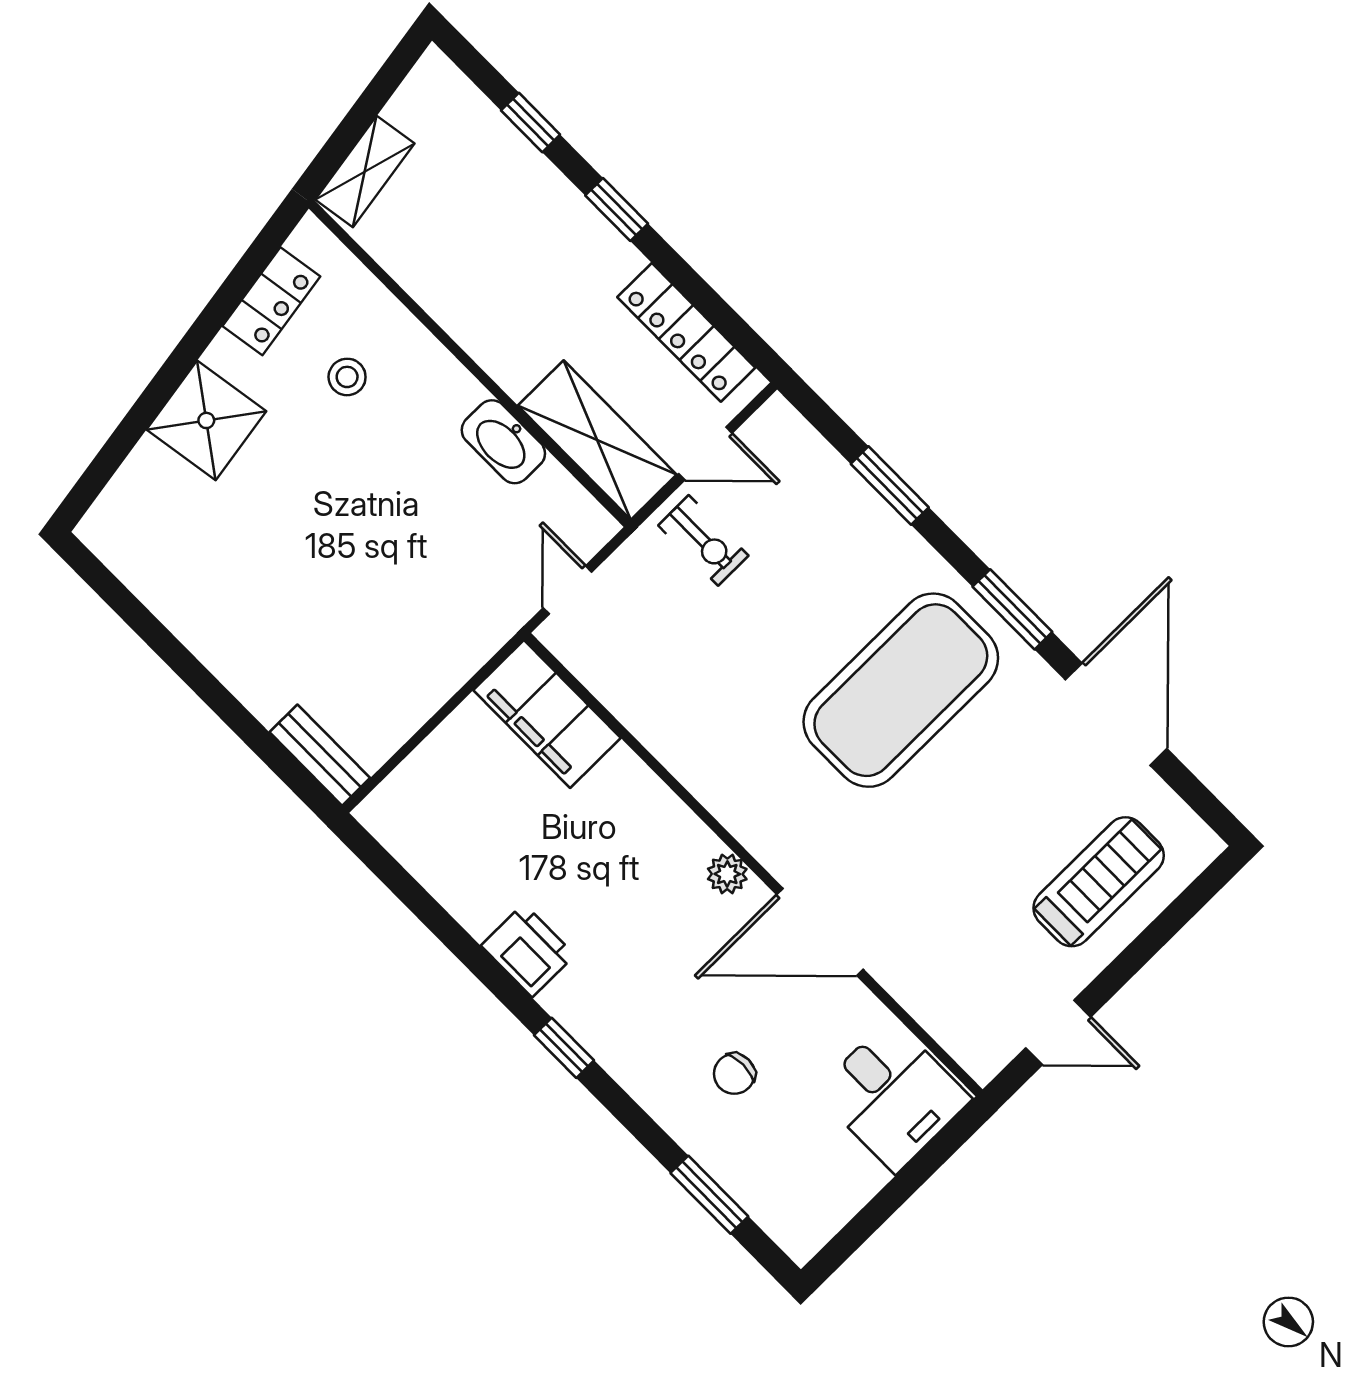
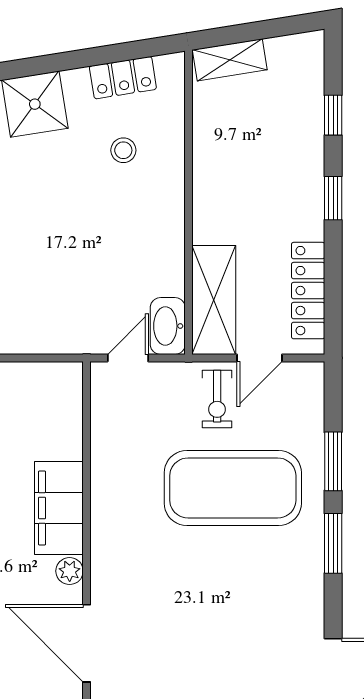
washbasin: (503, 442) -> (168, 326), moved
door: (705, 453) -> (259, 358), hinge flipped
window: (1012, 609) -> (333, 543), moved
exercise mat: (901, 690) -> (233, 488), moved
filing cabinet: (547, 714) -> (59, 508), moved

